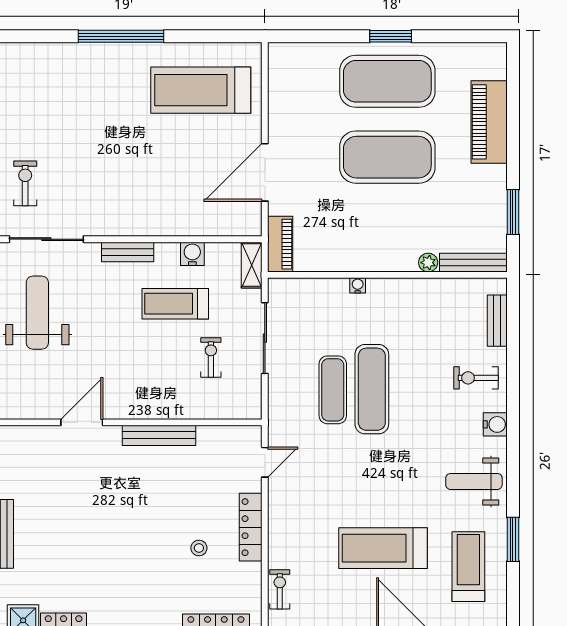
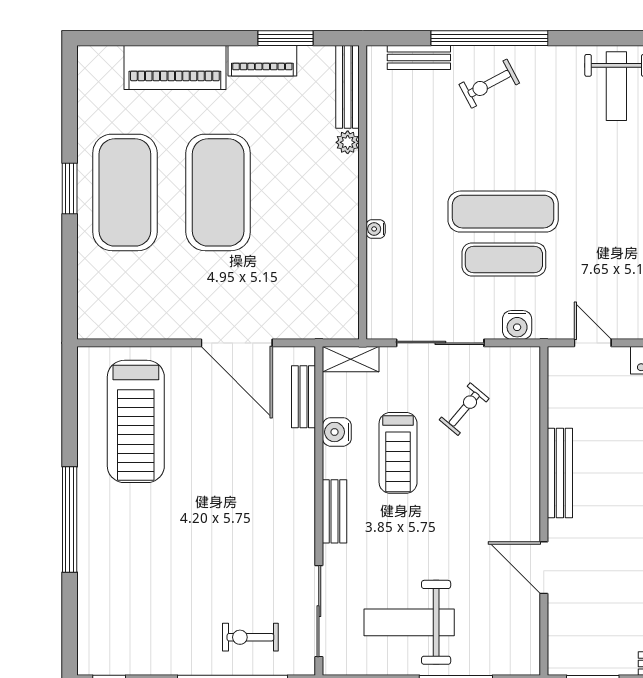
bench: (221, 227) -> (303, 397), added
piano: (280, 244) -> (262, 61), moved, turned 180
exercise bike: (211, 357) -> (464, 409), turned 130
exercise bike: (476, 378) -> (489, 84), turned 62
window: (513, 378) -> (489, 38), added
water cooler: (495, 424) -> (517, 325), moved, turned 180

